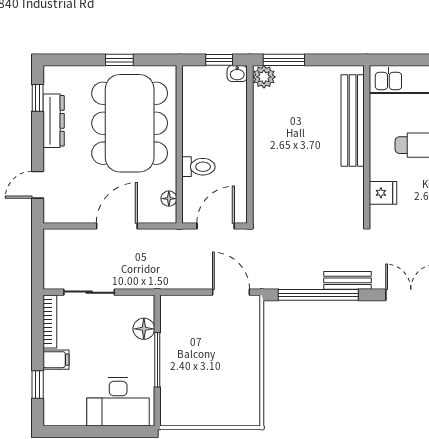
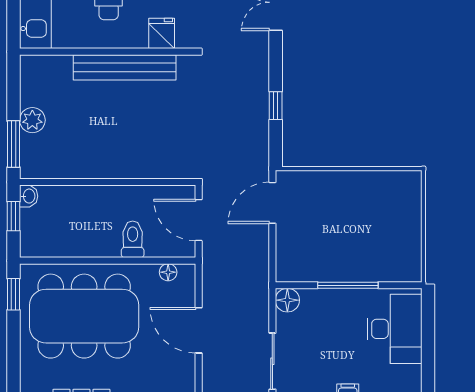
window: (119, 60) -> (14, 294), moved
plant: (264, 77) -> (32, 120), moved
bench: (353, 120) -> (125, 67), moved
bench: (347, 280) -> (259, 73), removed
window: (318, 295) -> (276, 106), width x0.32
floor lamp: (144, 329) -> (287, 300), moved

